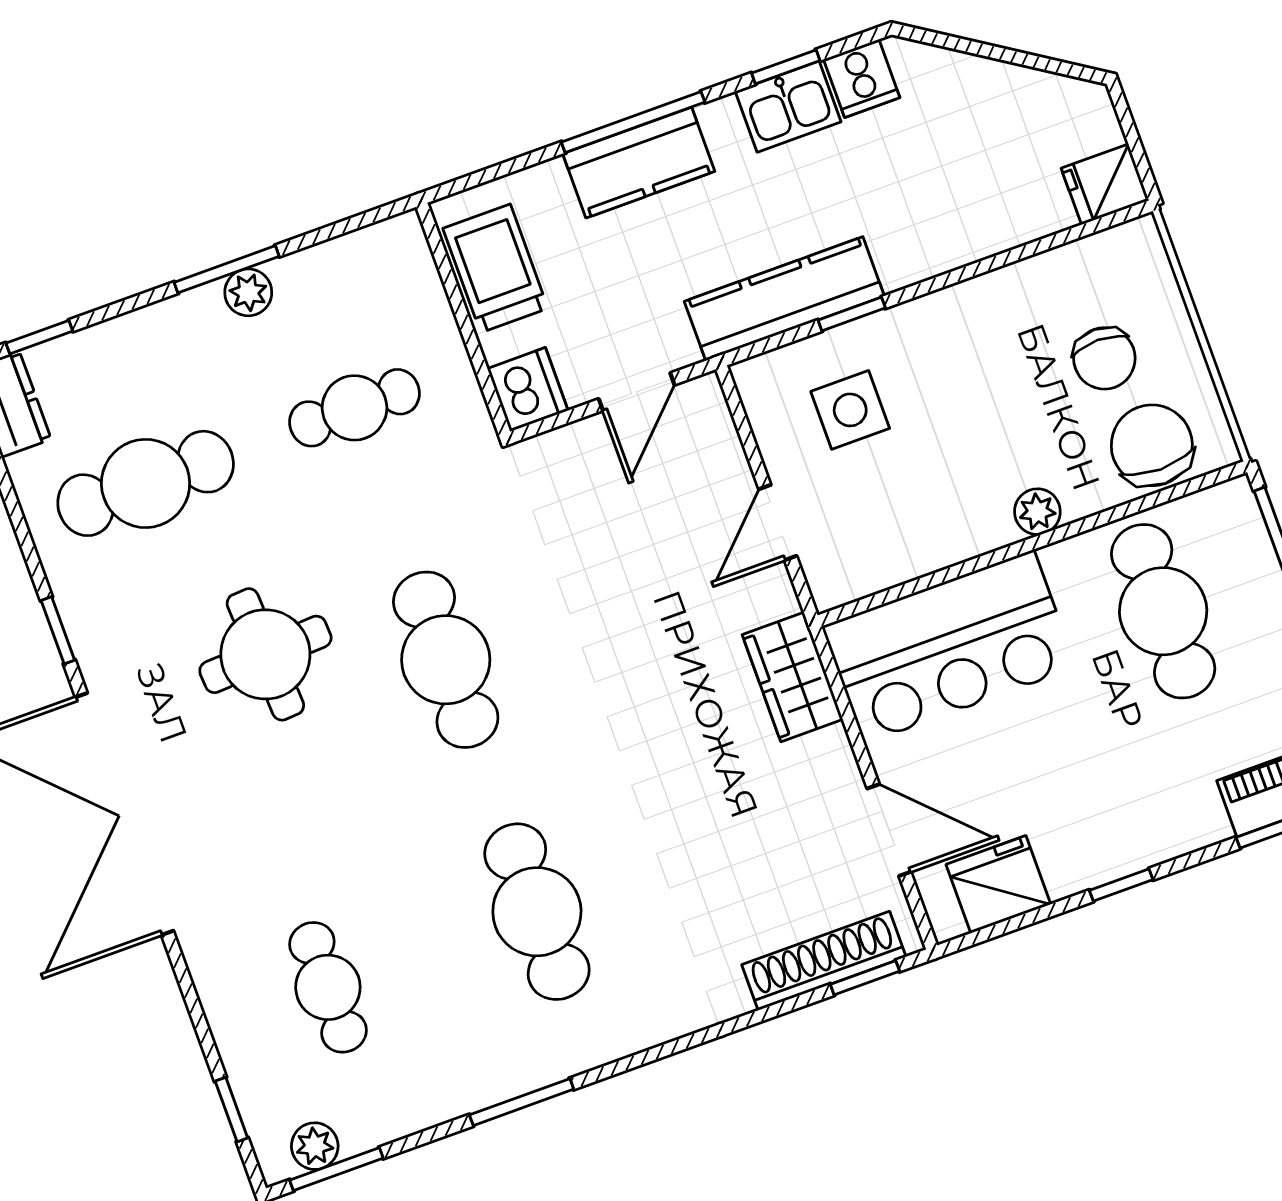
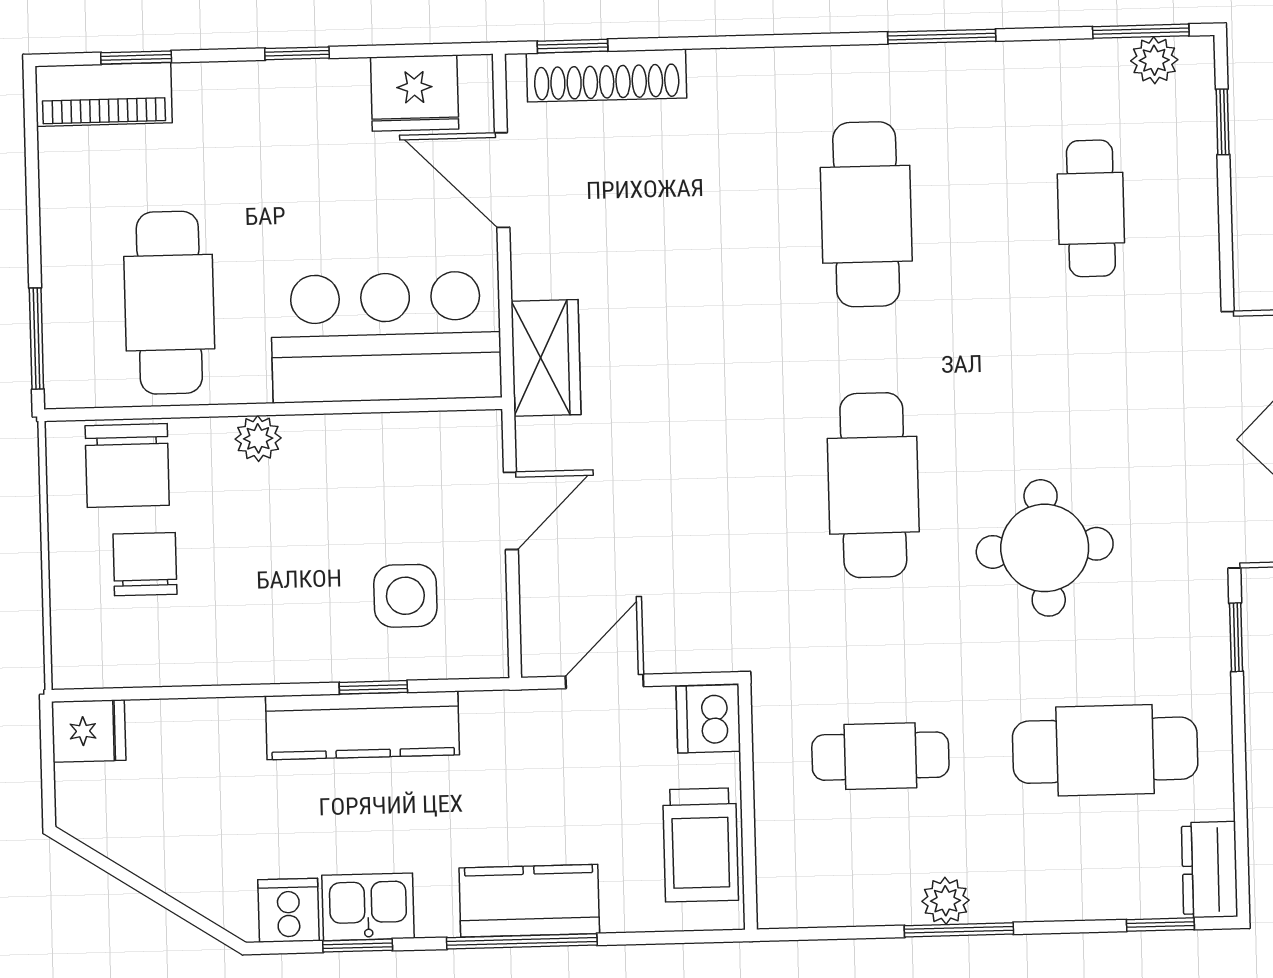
kitchen counter: (784, 299) -> (362, 725), moved

